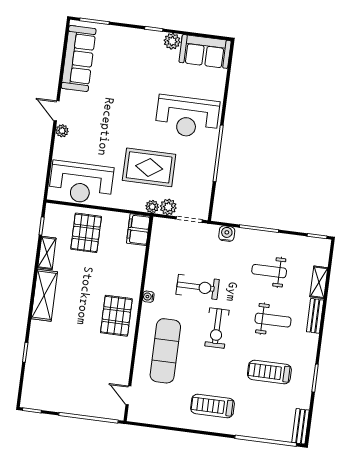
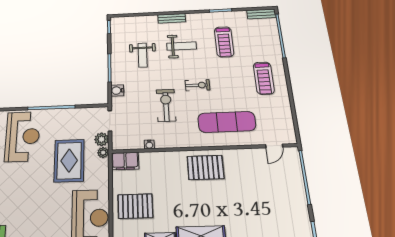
shelving: (319, 282) -> (145, 20), removed
water cooler: (148, 297) -> (149, 144), moved
weight bench: (273, 320) -> (182, 46), turned 90
exercise bike: (217, 328) -> (198, 85), width x0.73, depth x0.72

